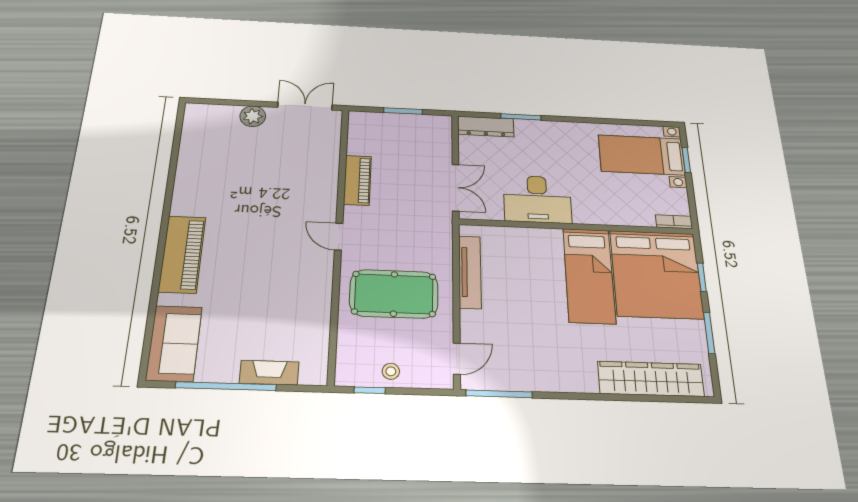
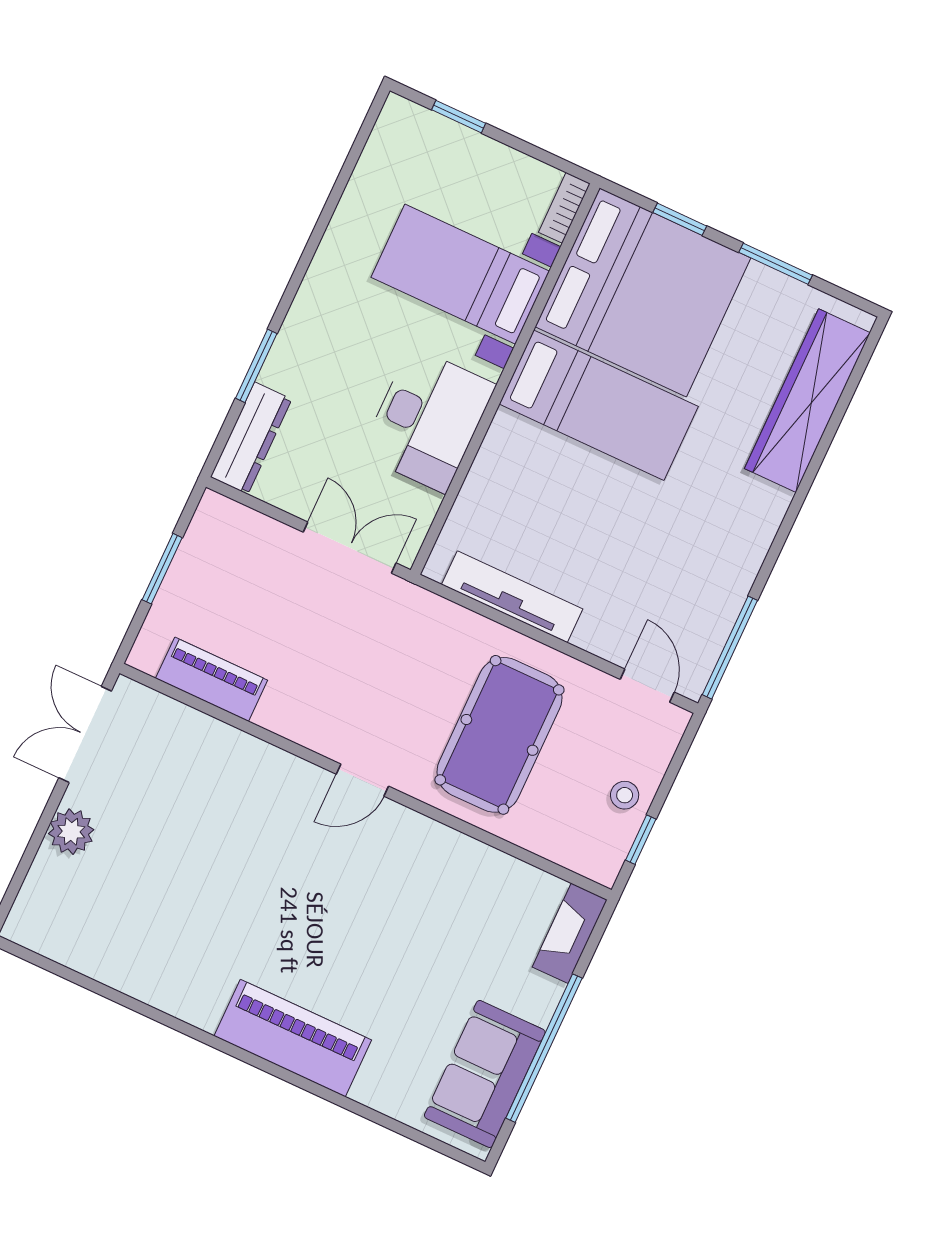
bed with nightstands: (642, 155) -> (460, 274), moved, turned 90
piano: (357, 180) -> (212, 679), moved
sofa: (174, 343) -> (485, 1074), moved, turned -90
fireplace: (269, 373) -> (570, 933), moved

